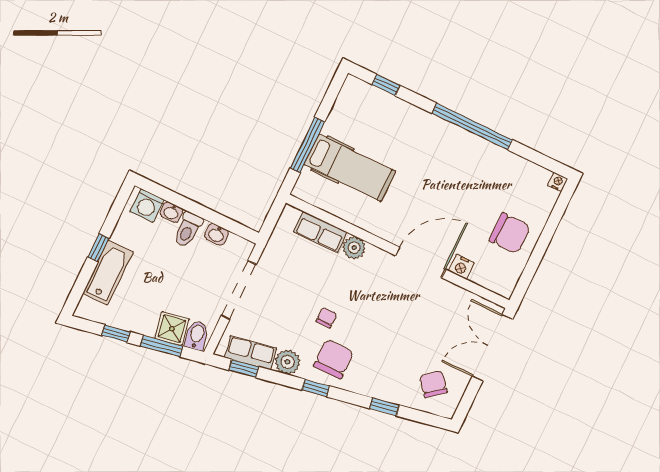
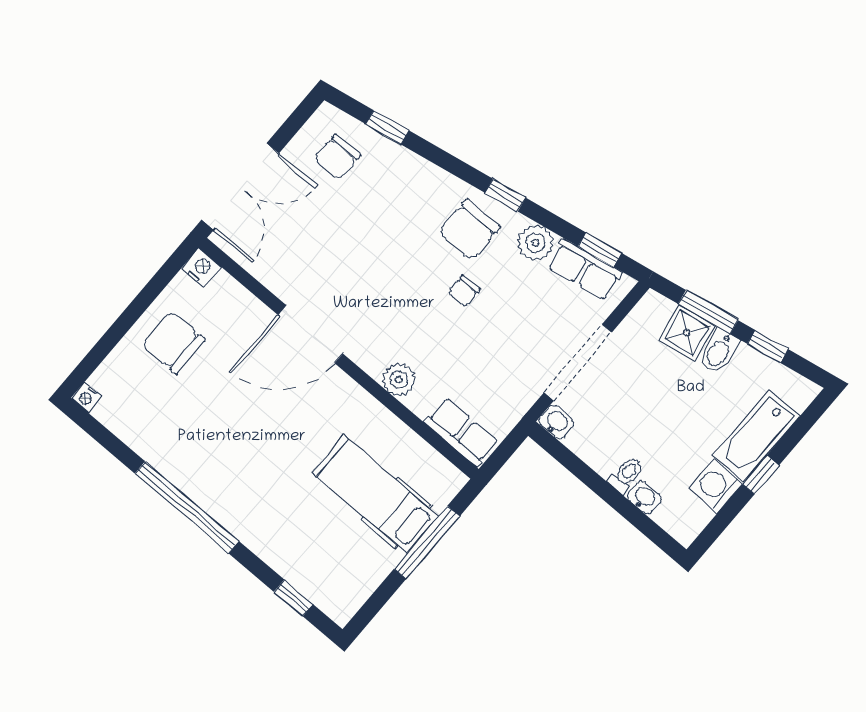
washing machine: (147, 205) -> (716, 486), moved, turned -90
toilet: (188, 230) -> (626, 475), width x0.73, depth x0.72
row of seats: (320, 232) -> (462, 432), moved
washbasin: (216, 234) -> (556, 422), moved
nightstand: (461, 267) -> (201, 268), moved
bidet: (197, 335) -> (719, 351), moved
chair: (433, 384) -> (337, 157), turned 40
window: (384, 407) -> (387, 127), moved

